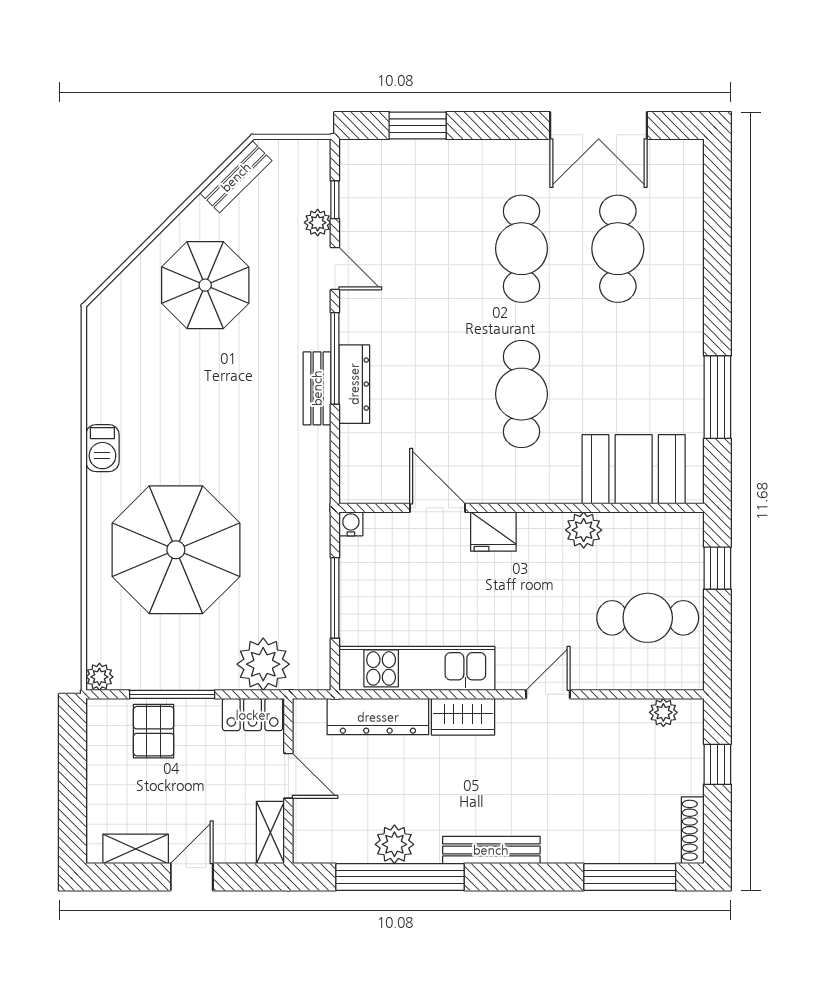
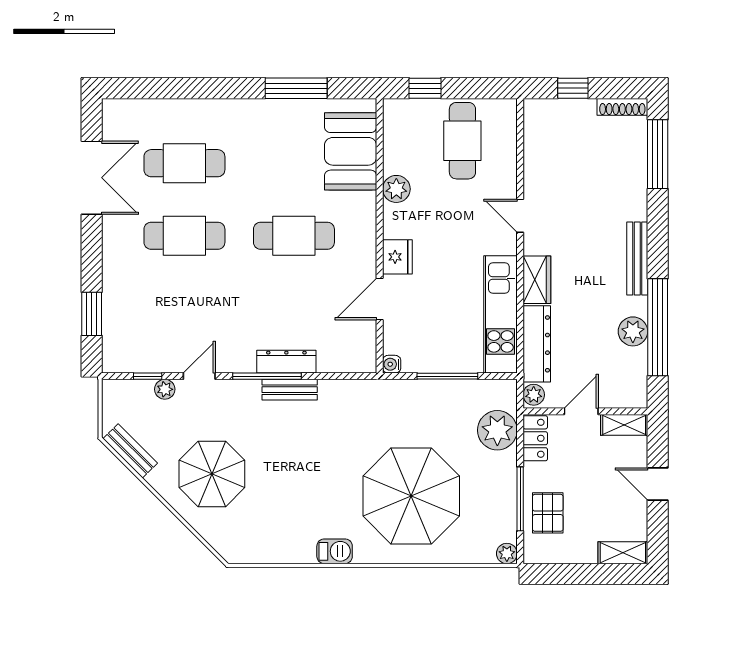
plant: (663, 712) -> (534, 395), moved
pallet: (154, 731) -> (548, 513), turned 90
shelving: (136, 849) -> (623, 553), moved, turned 90

